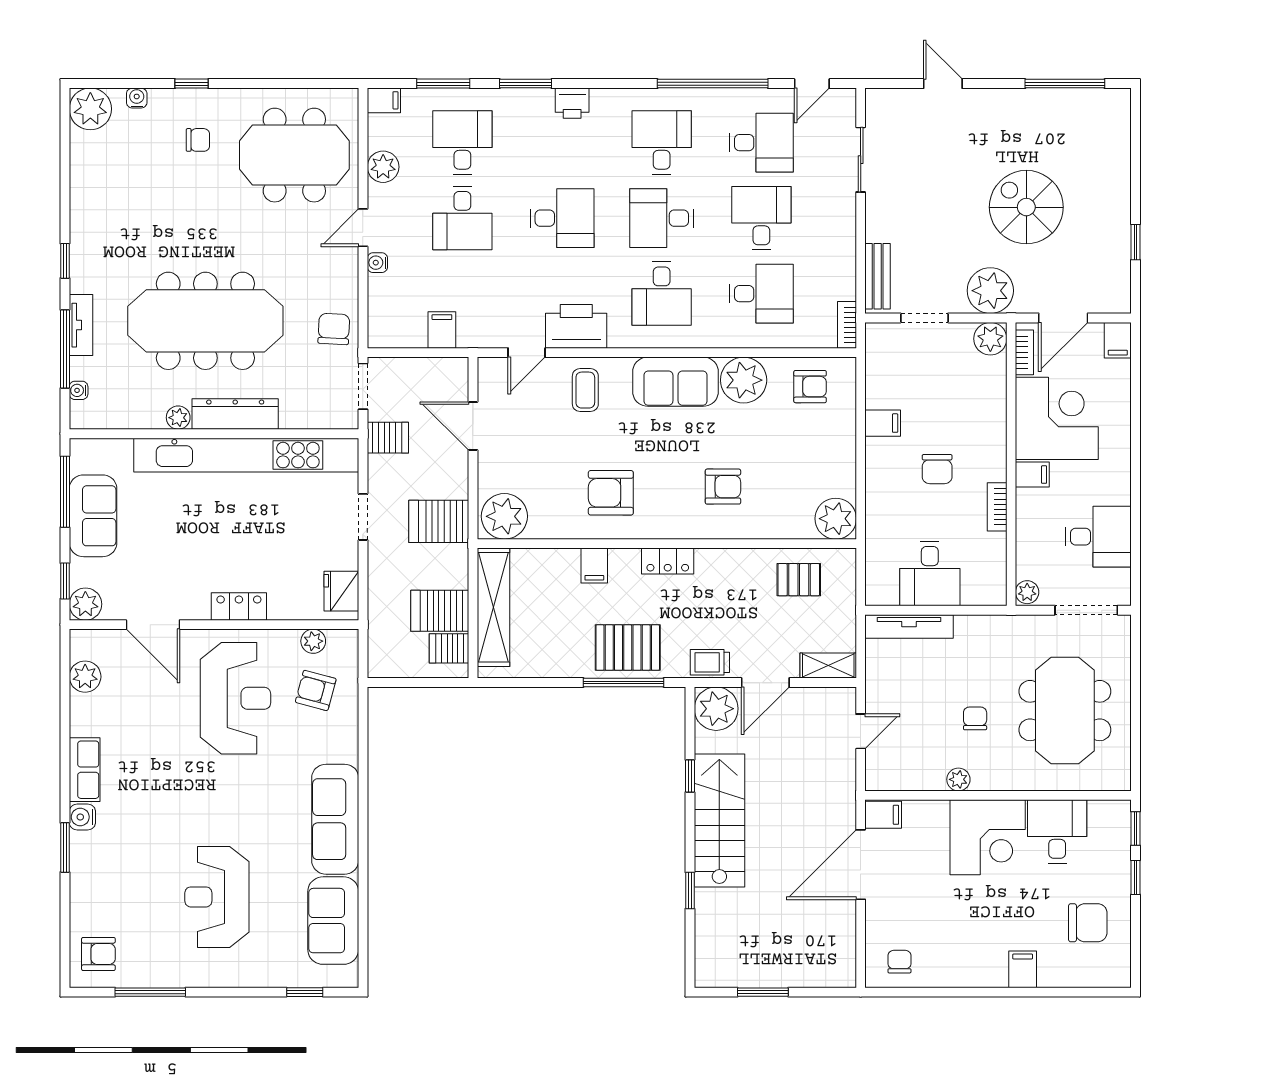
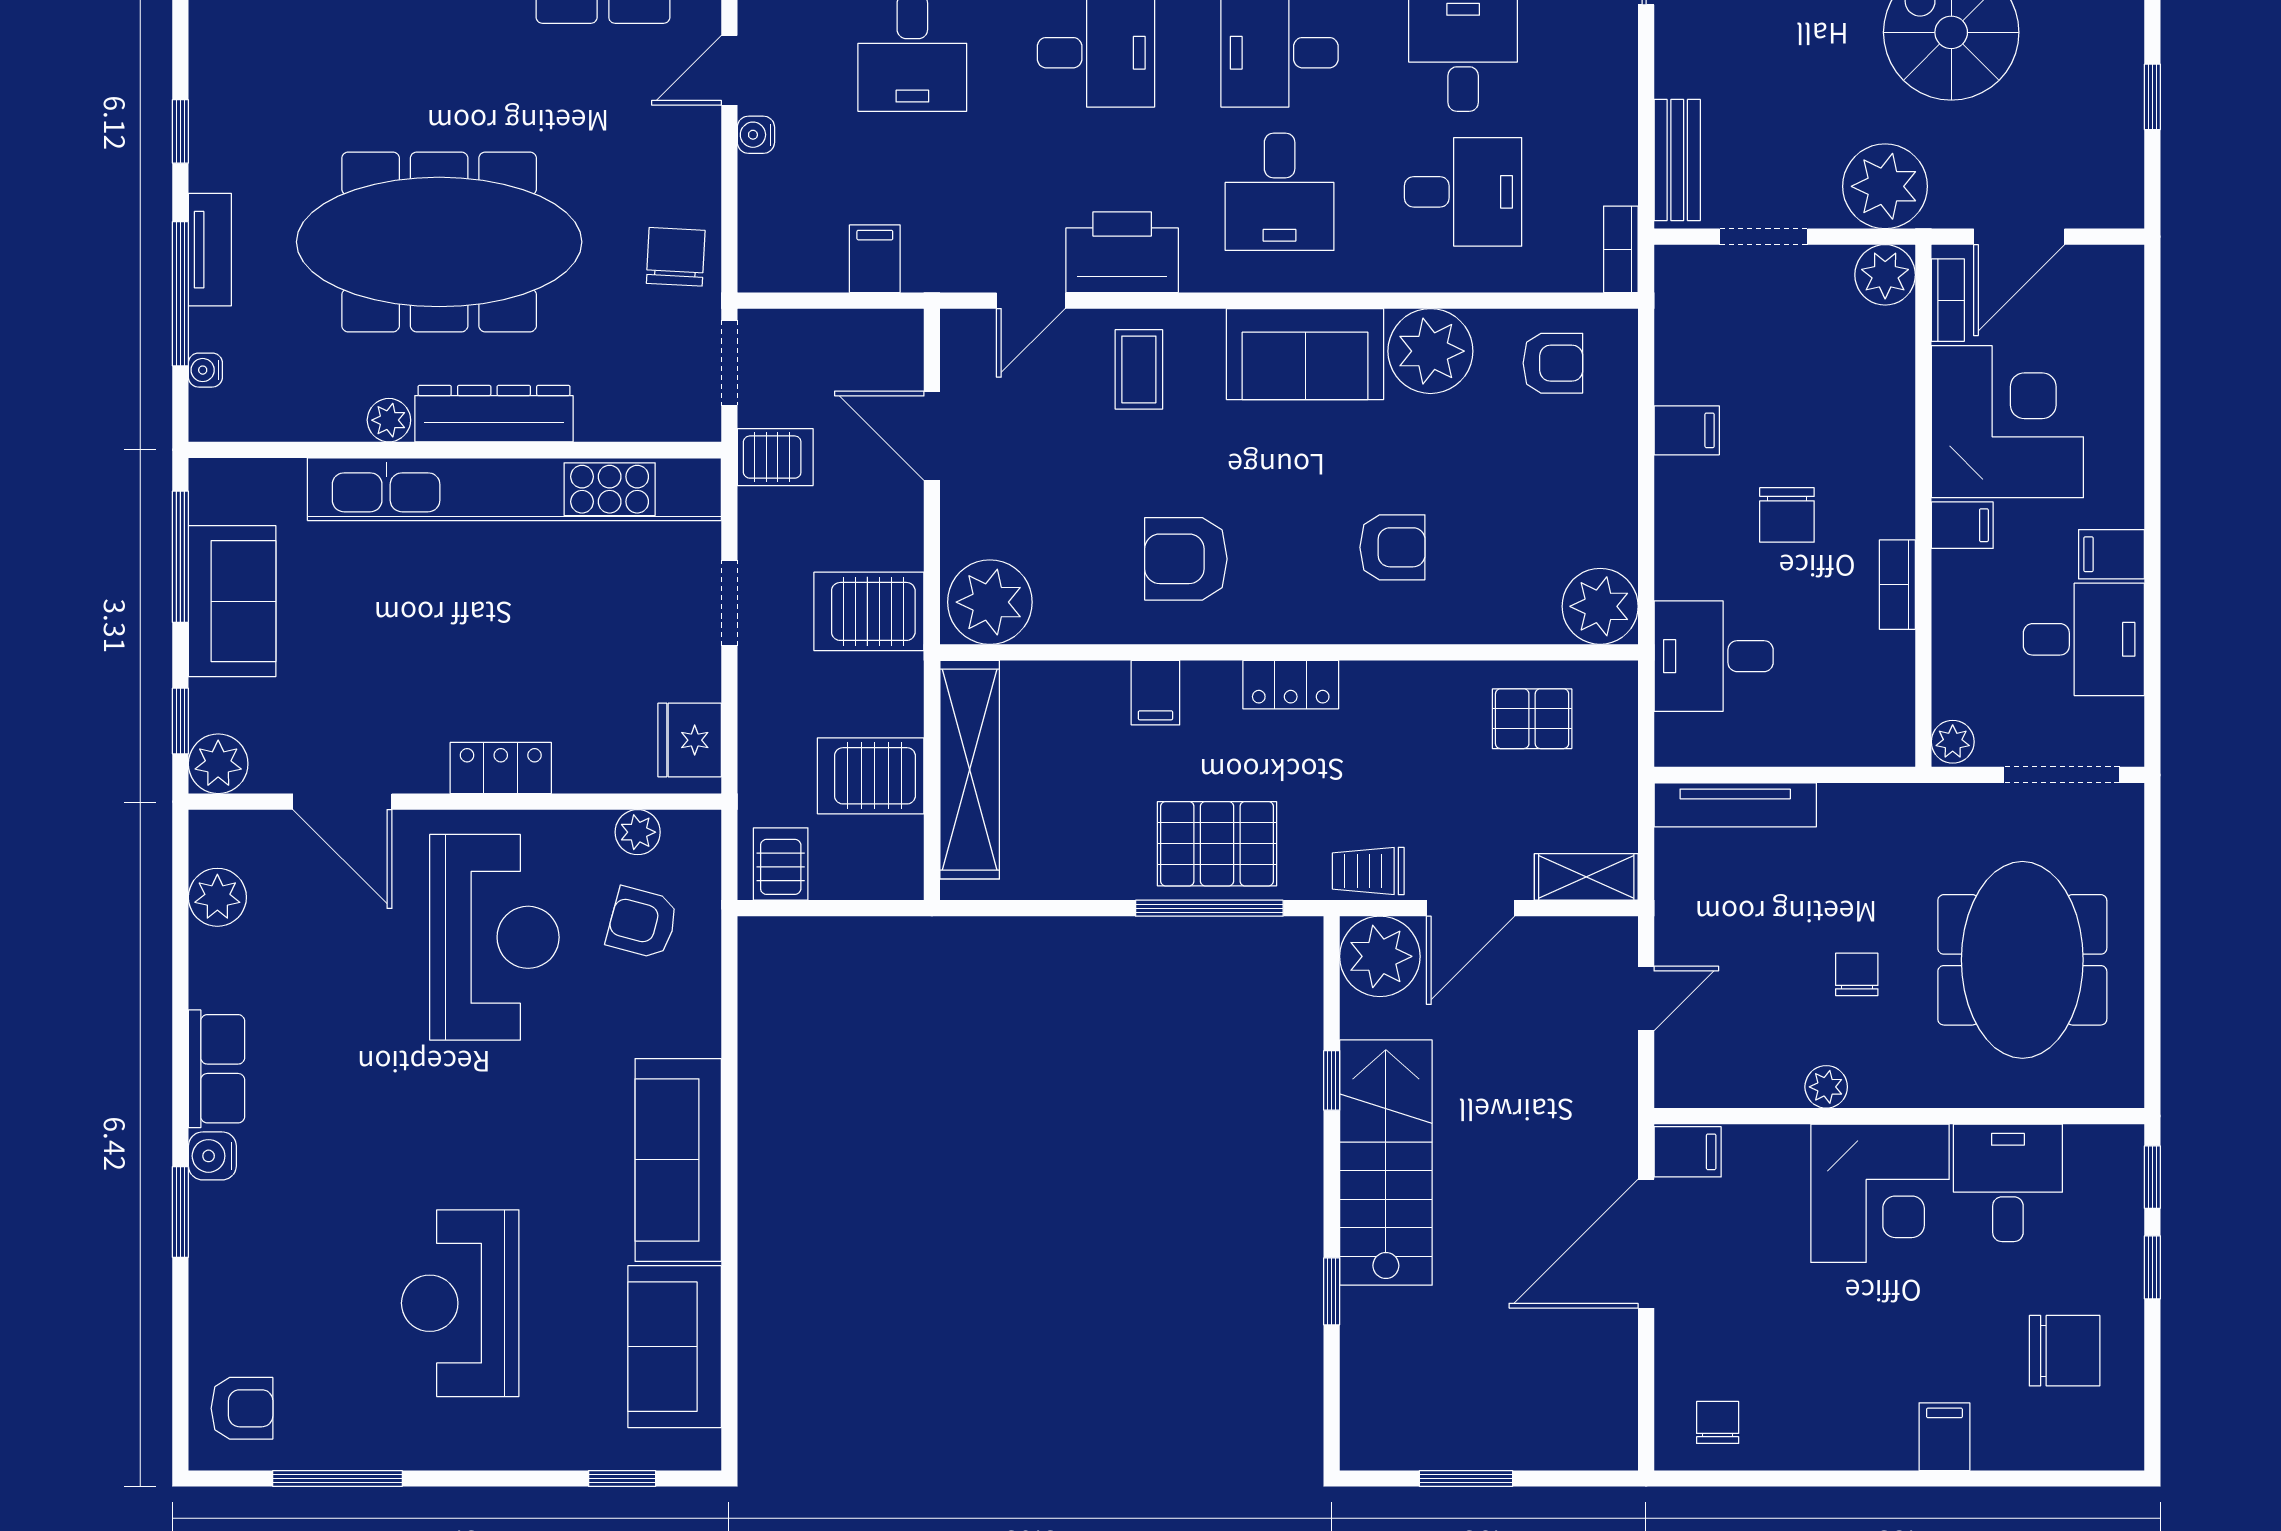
filing cabinet: (1118, 340) -> (2112, 554), moved, turned 90
desk: (930, 574) -> (1714, 656), moved, turned 90
server rack: (449, 648) -> (781, 864), moved, turned 90

